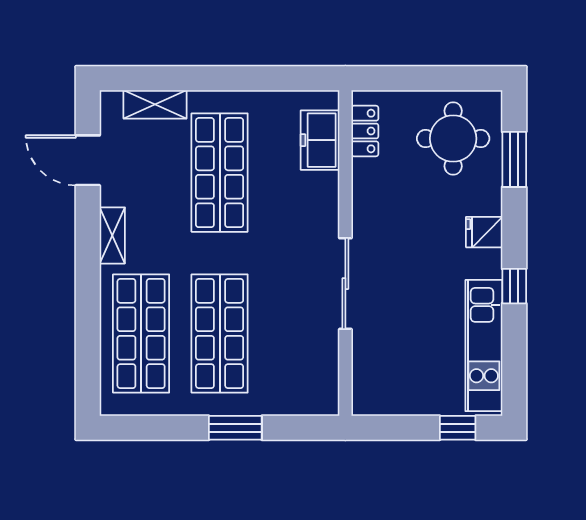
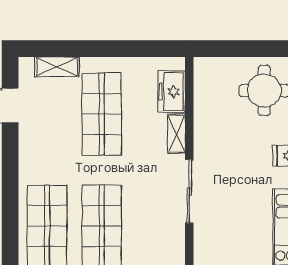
locker: (365, 131) -> (203, 85), removed
shelving: (112, 235) -> (176, 134), moved

